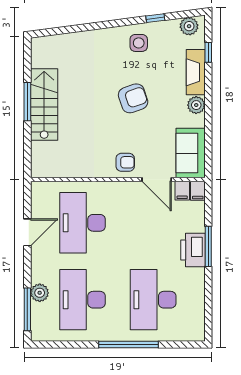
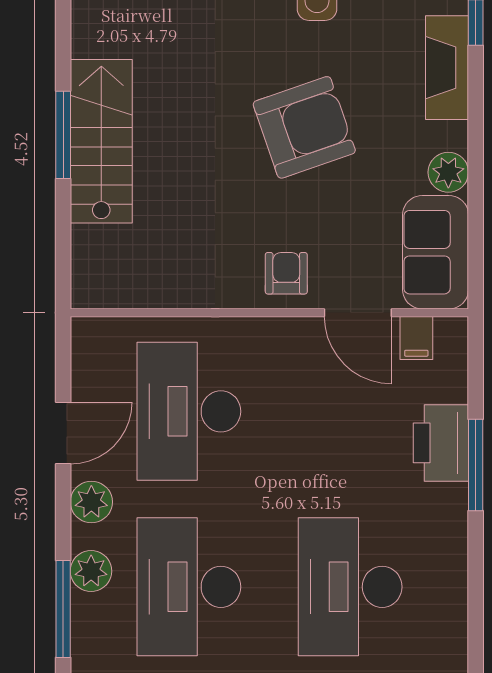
armchair: (133, 98) -> (304, 127), width x1.36, depth x1.36
plant: (196, 105) -> (448, 172), moved
armchair: (125, 162) -> (286, 273), turned -90
filing cabinet: (198, 191) -> (452, 338), removed
printer: (193, 250) -> (441, 443), moved
plant: (40, 263) -> (91, 502), added

